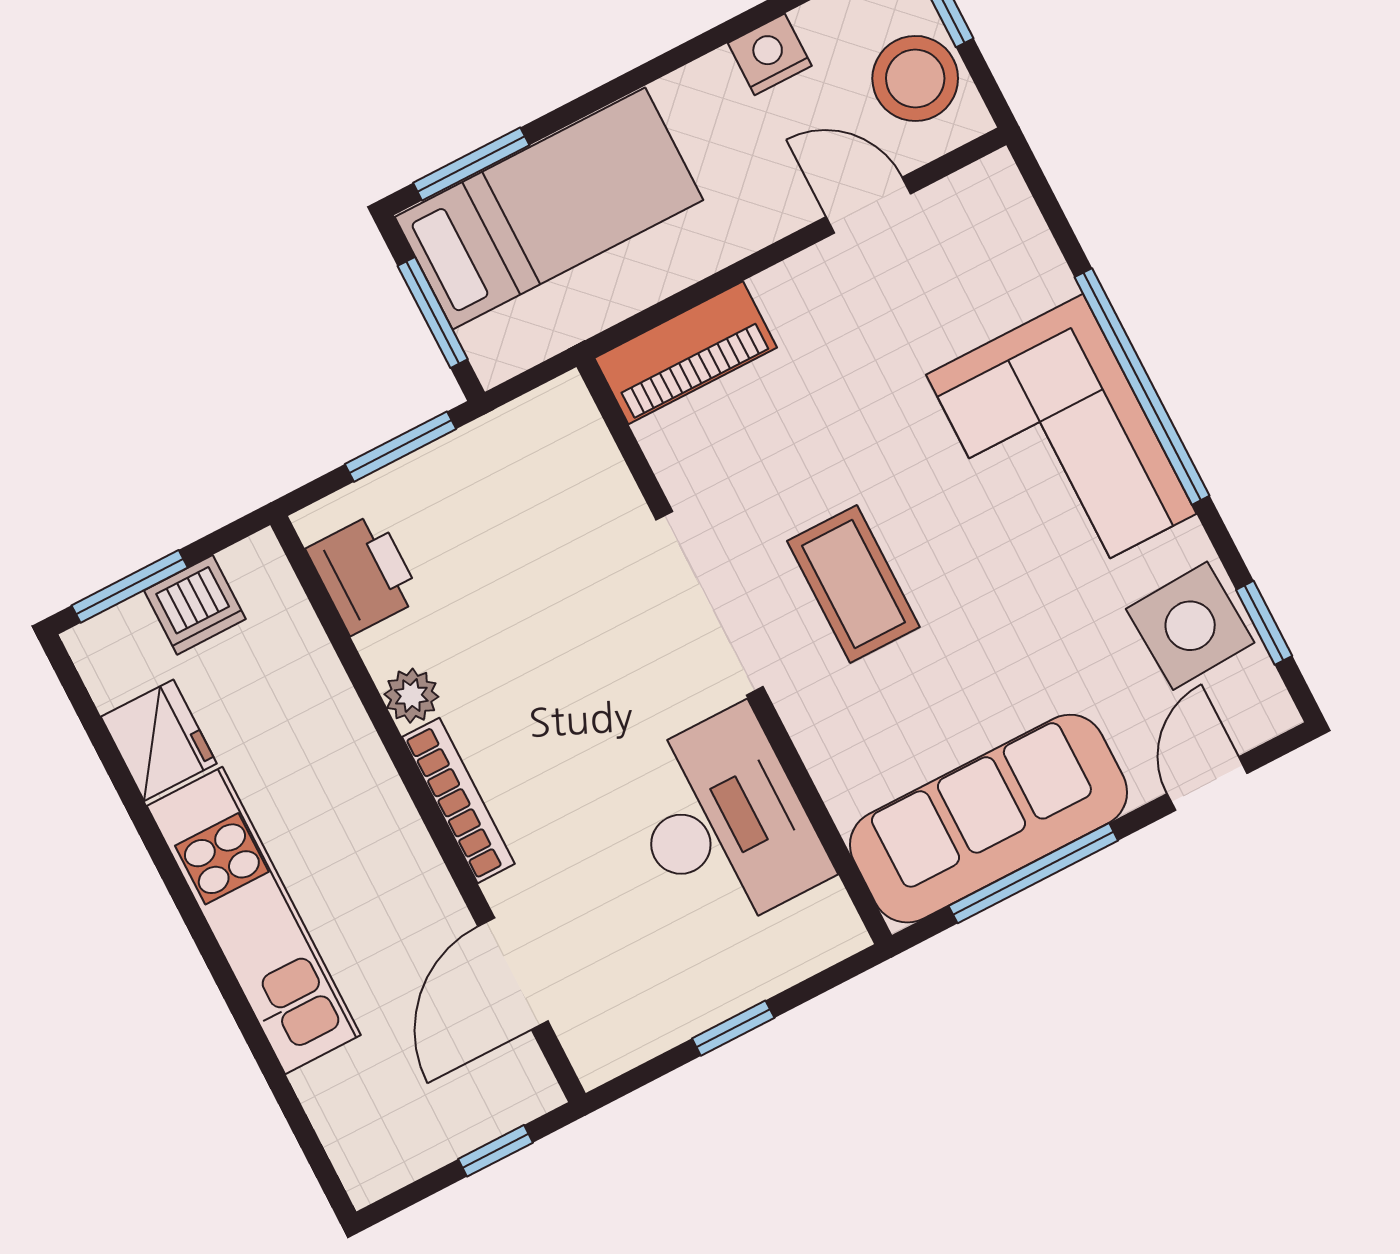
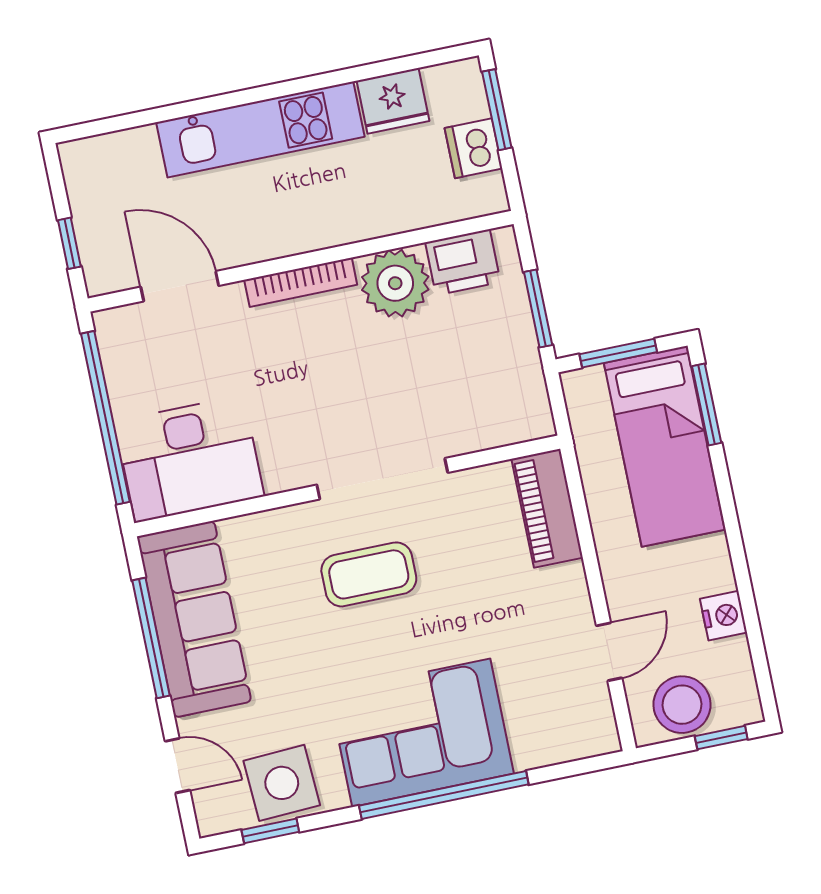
plant: (411, 696) -> (395, 283), width x1.87, depth x1.87
desk: (724, 822) -> (190, 459), moved
window: (733, 1028) -> (105, 418), width x3.17

